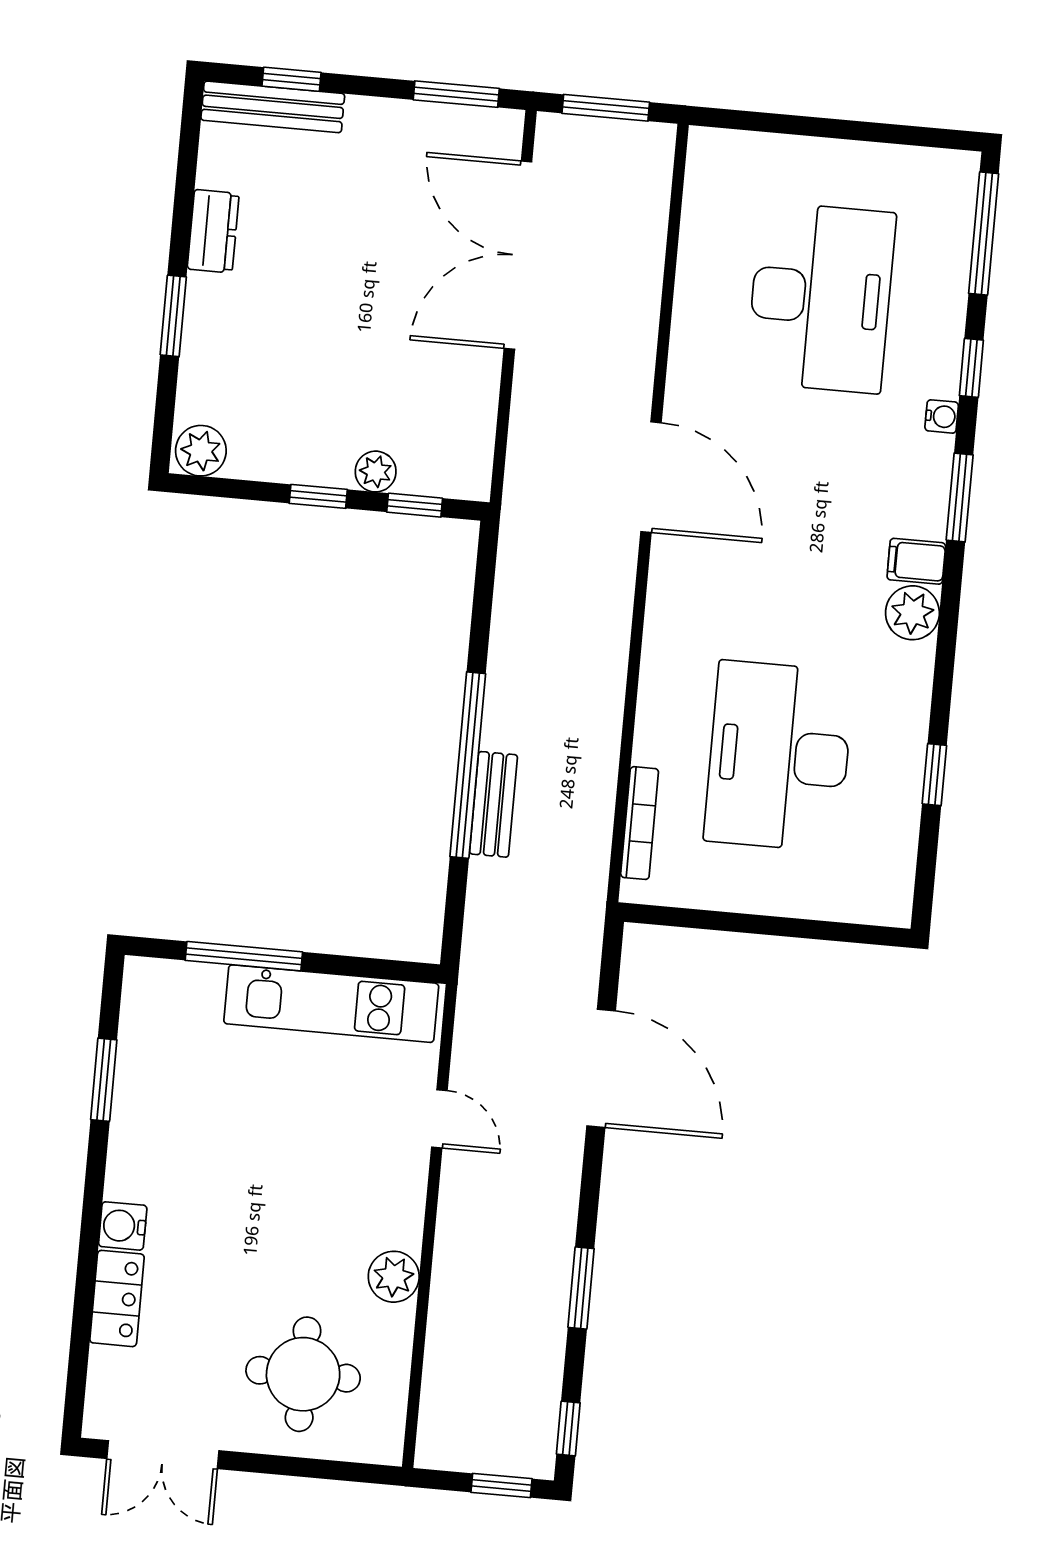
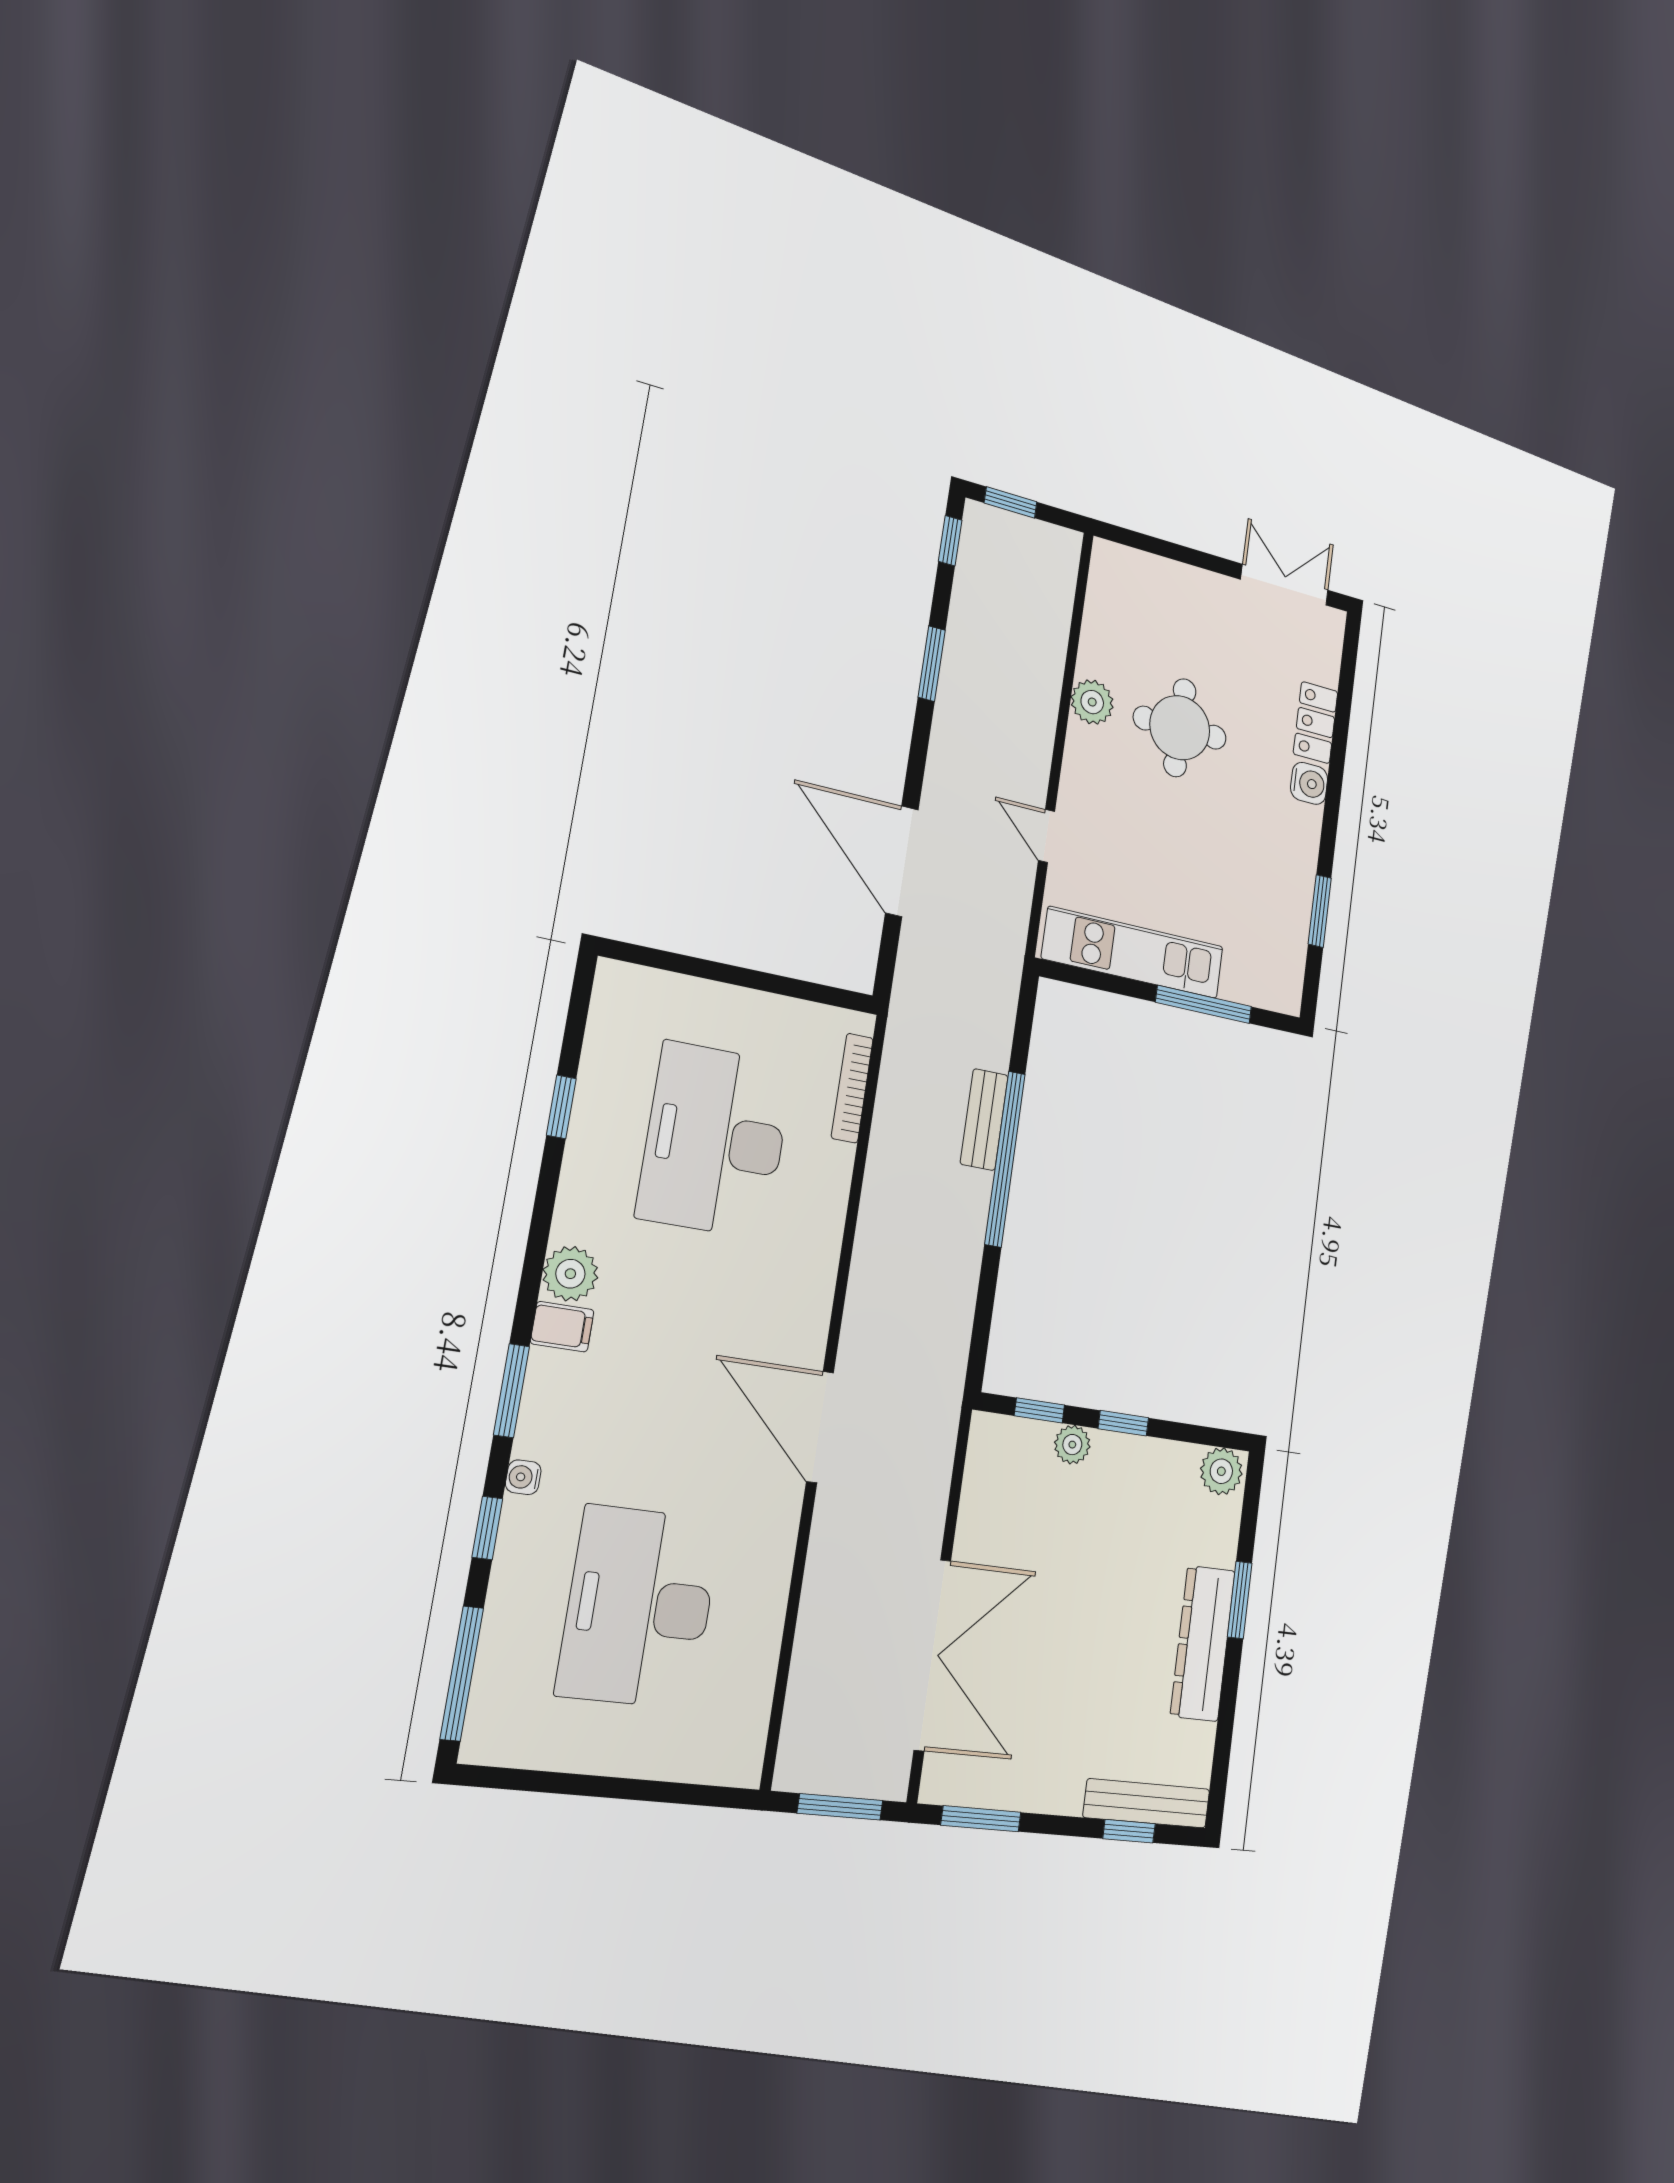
dresser: (213, 231) -> (1203, 1643), width x1.96, depth x1.24
desk: (779, 756) -> (715, 1140), turned 180
round table: (303, 1374) -> (1180, 728), moved

